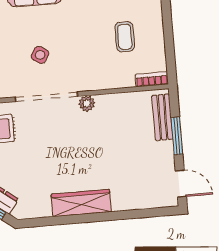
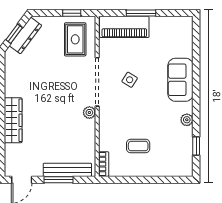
bench: (162, 117) -> (67, 170), width x1.36
wardrobe: (81, 203) -> (13, 120), moved

